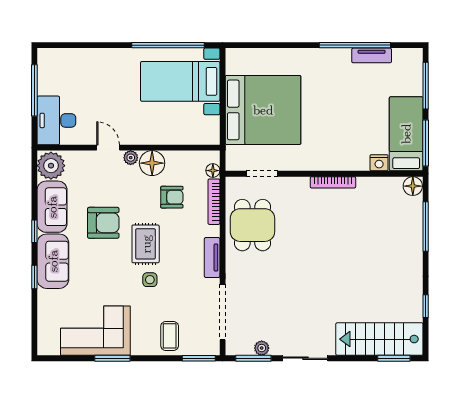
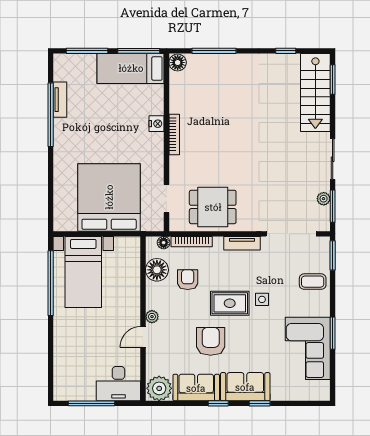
floor lamp: (152, 163) -> (157, 270), moved
nightstand: (379, 163) -> (157, 124), moved

